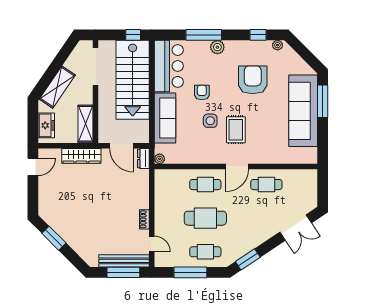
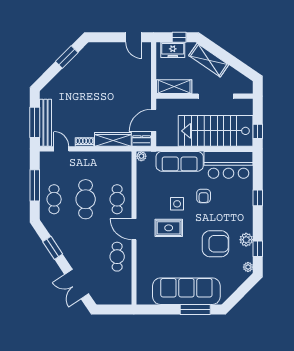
window: (204, 35) -> (258, 198), width x0.46
plant: (217, 47) -> (246, 240), moved
doorway: (96, 67) -> (216, 96), moved
armchair: (202, 92) -> (204, 196), turned 90
window: (33, 118) -> (179, 37), added
wardrobe: (81, 156) -> (113, 139), moved, turned 90
door: (152, 244) -> (61, 149), swing flipped
window: (248, 259) -> (53, 248), moved

